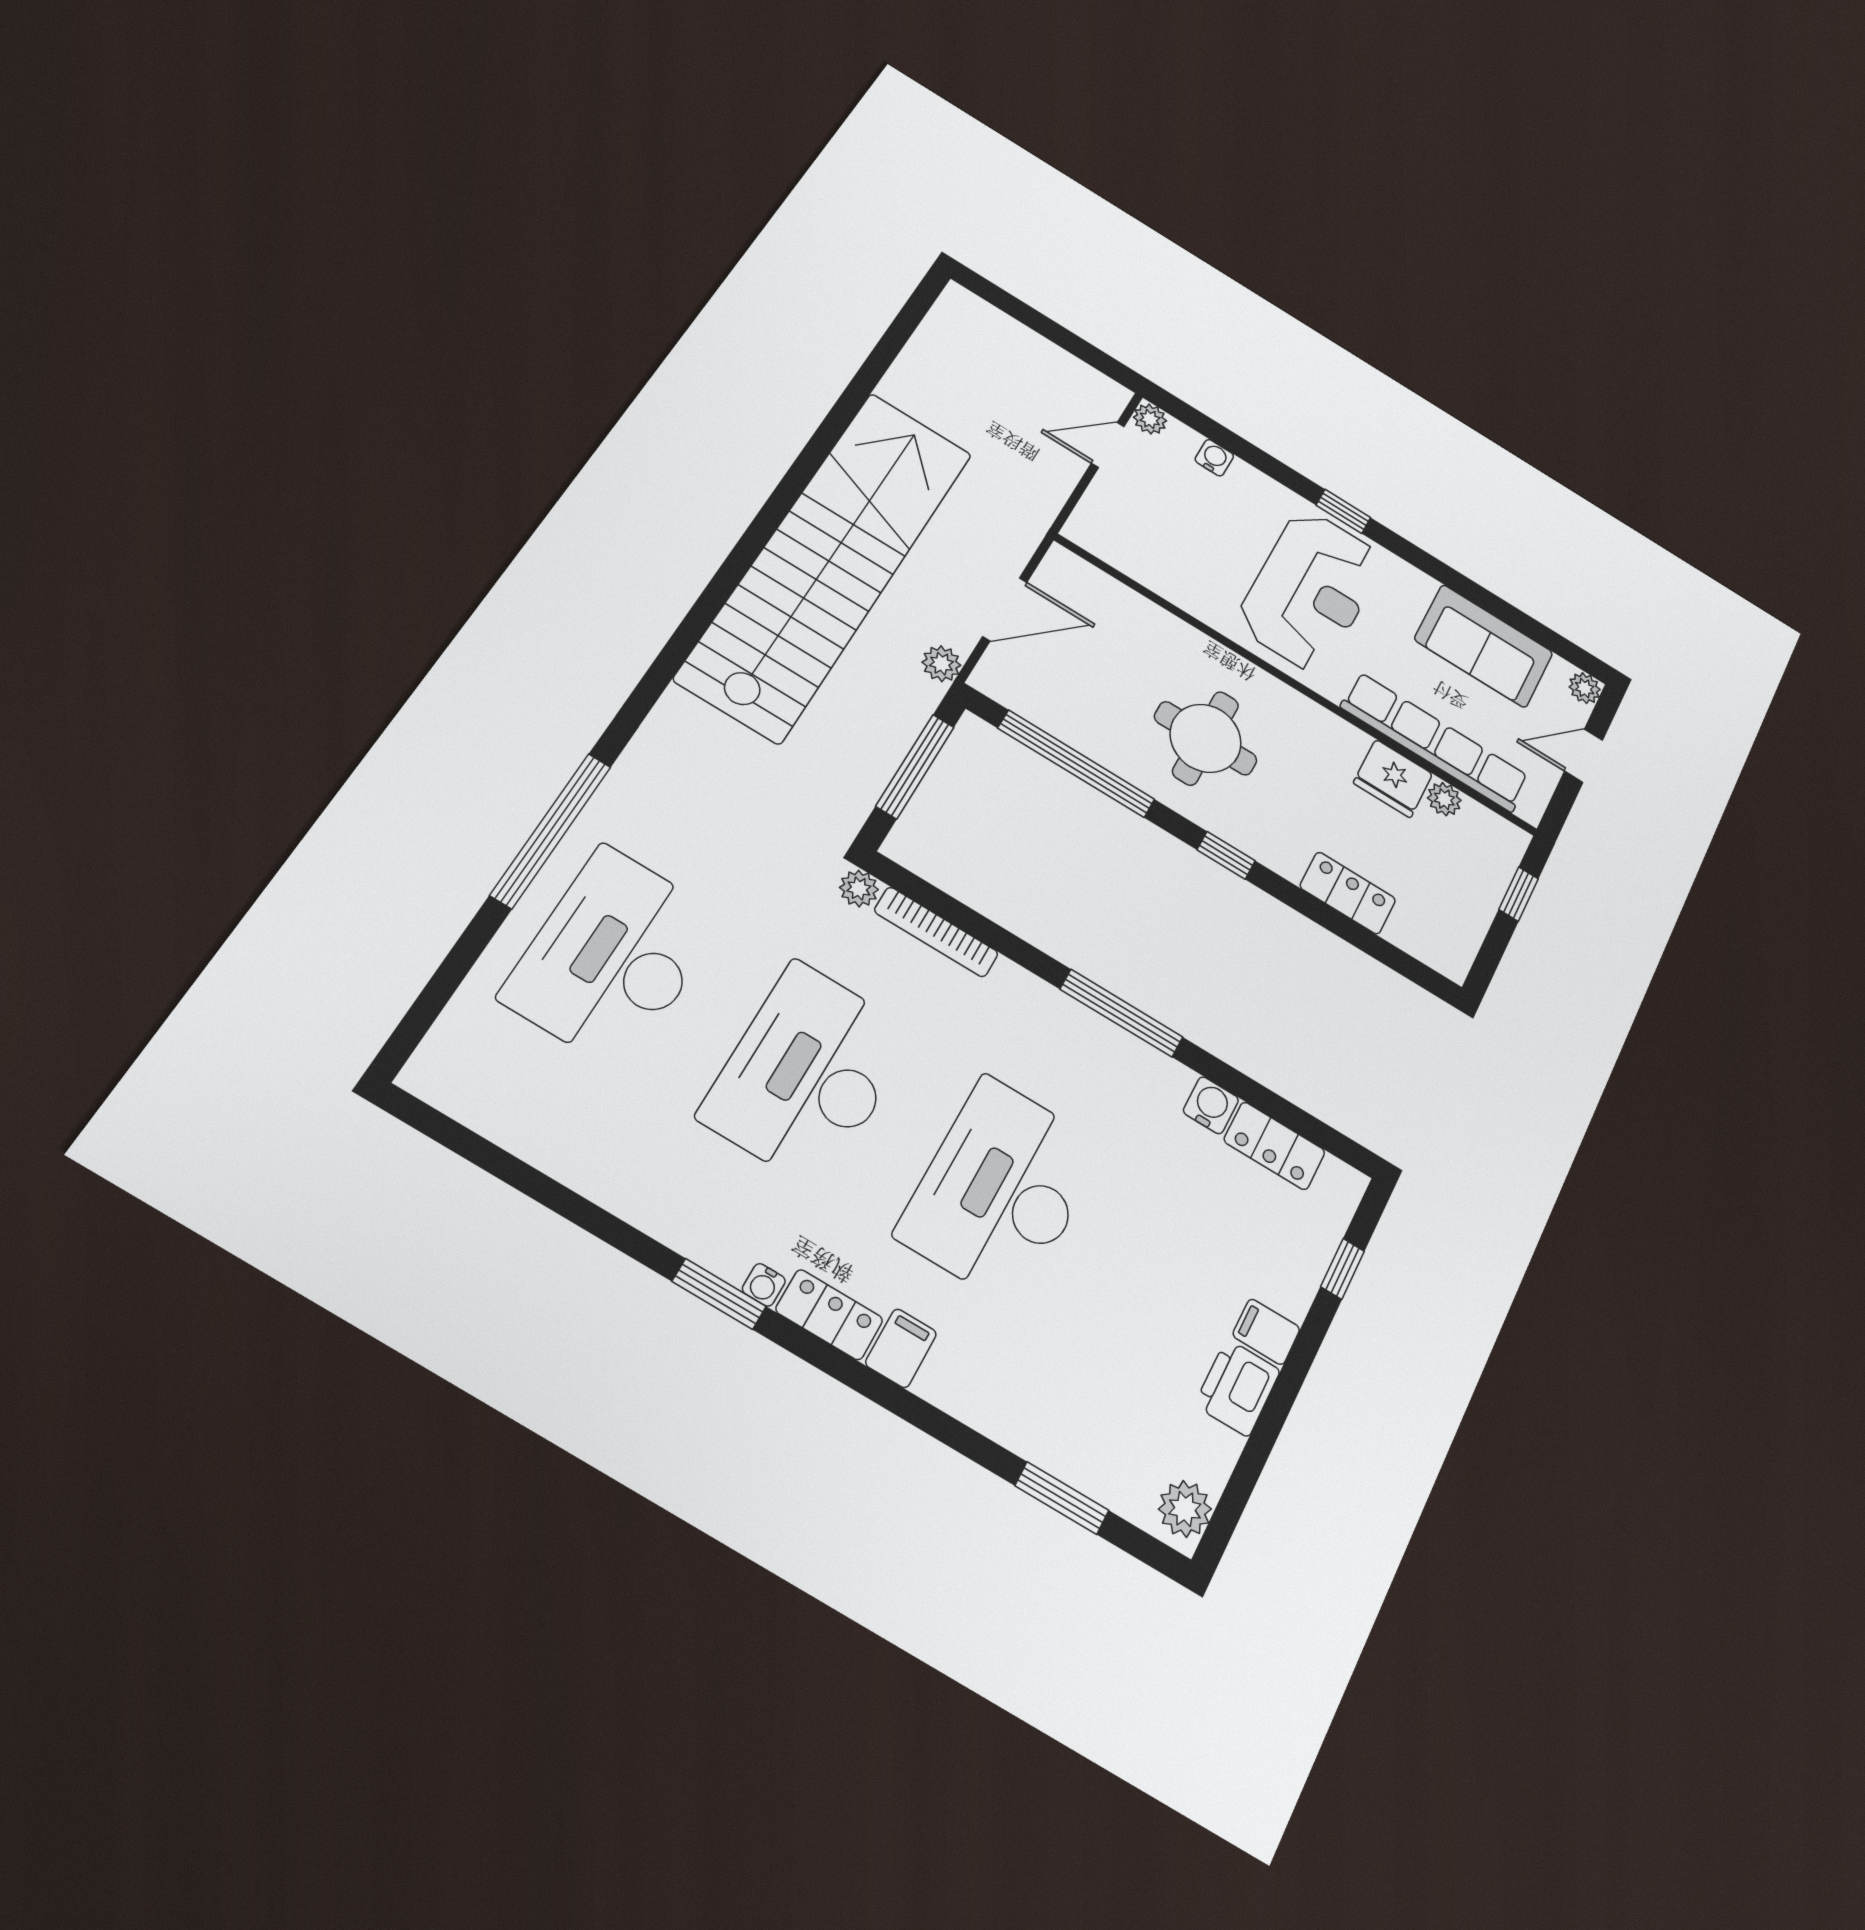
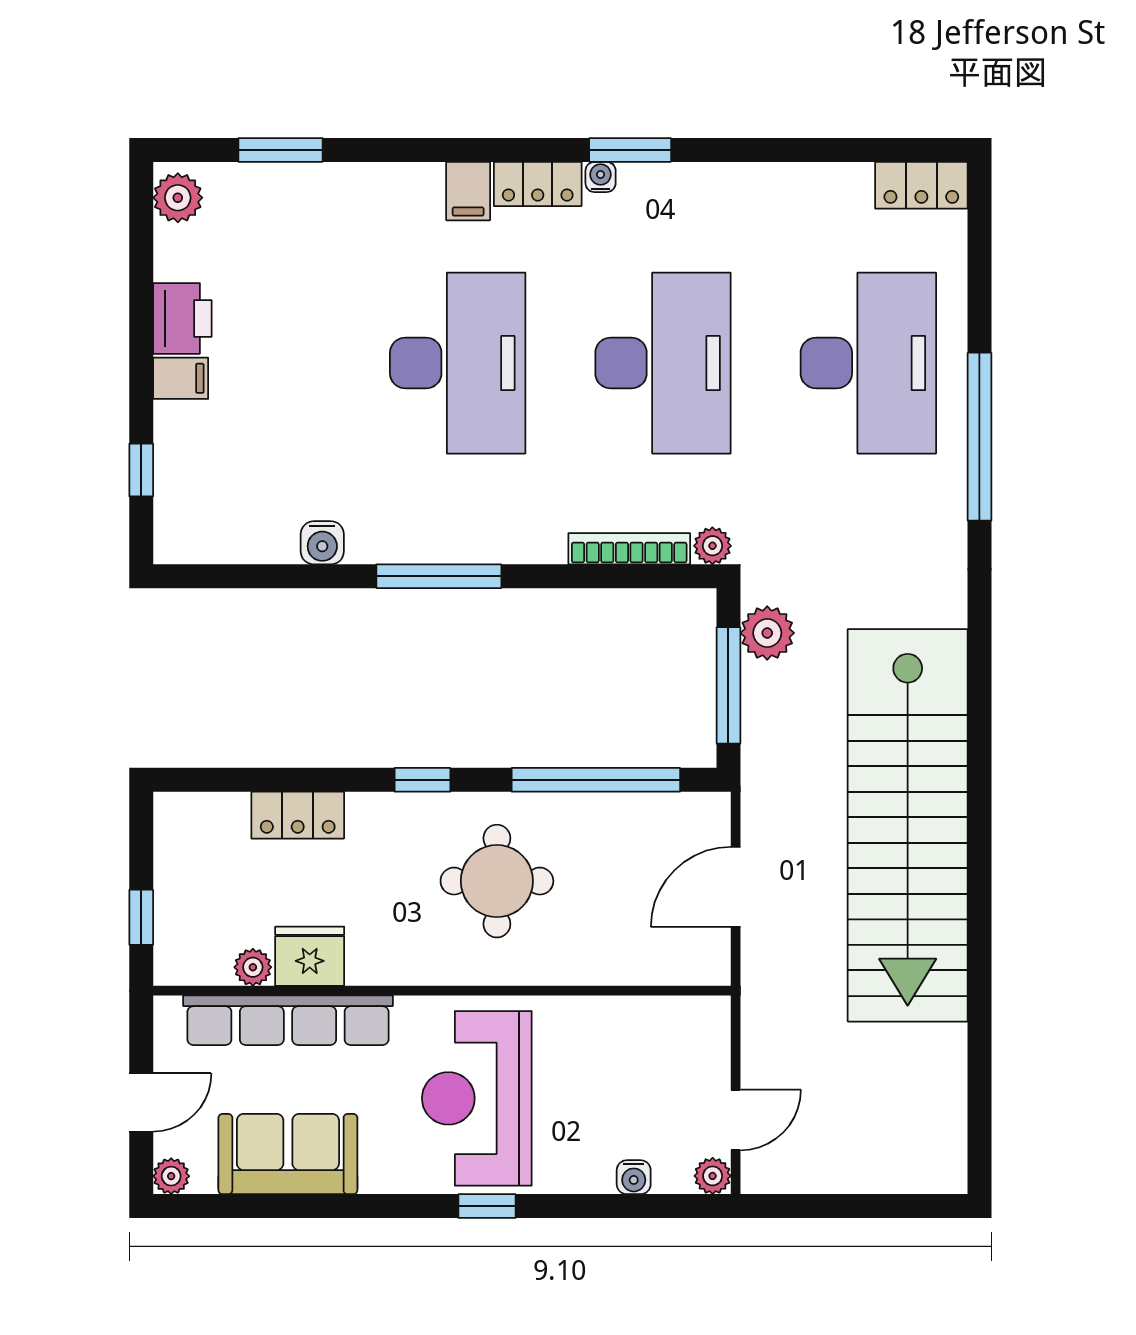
plant: (941, 664) -> (767, 633), moved, width x1.38, depth x1.38
locker: (1274, 1146) -> (921, 185), moved, turned 180

